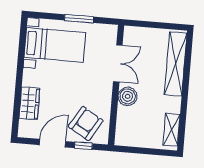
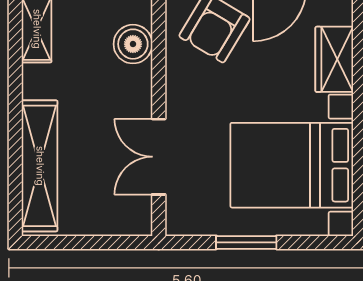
bed with nightstands: (55, 45) -> (292, 165), width x1.36
boiler: (128, 96) -> (133, 44), moved

